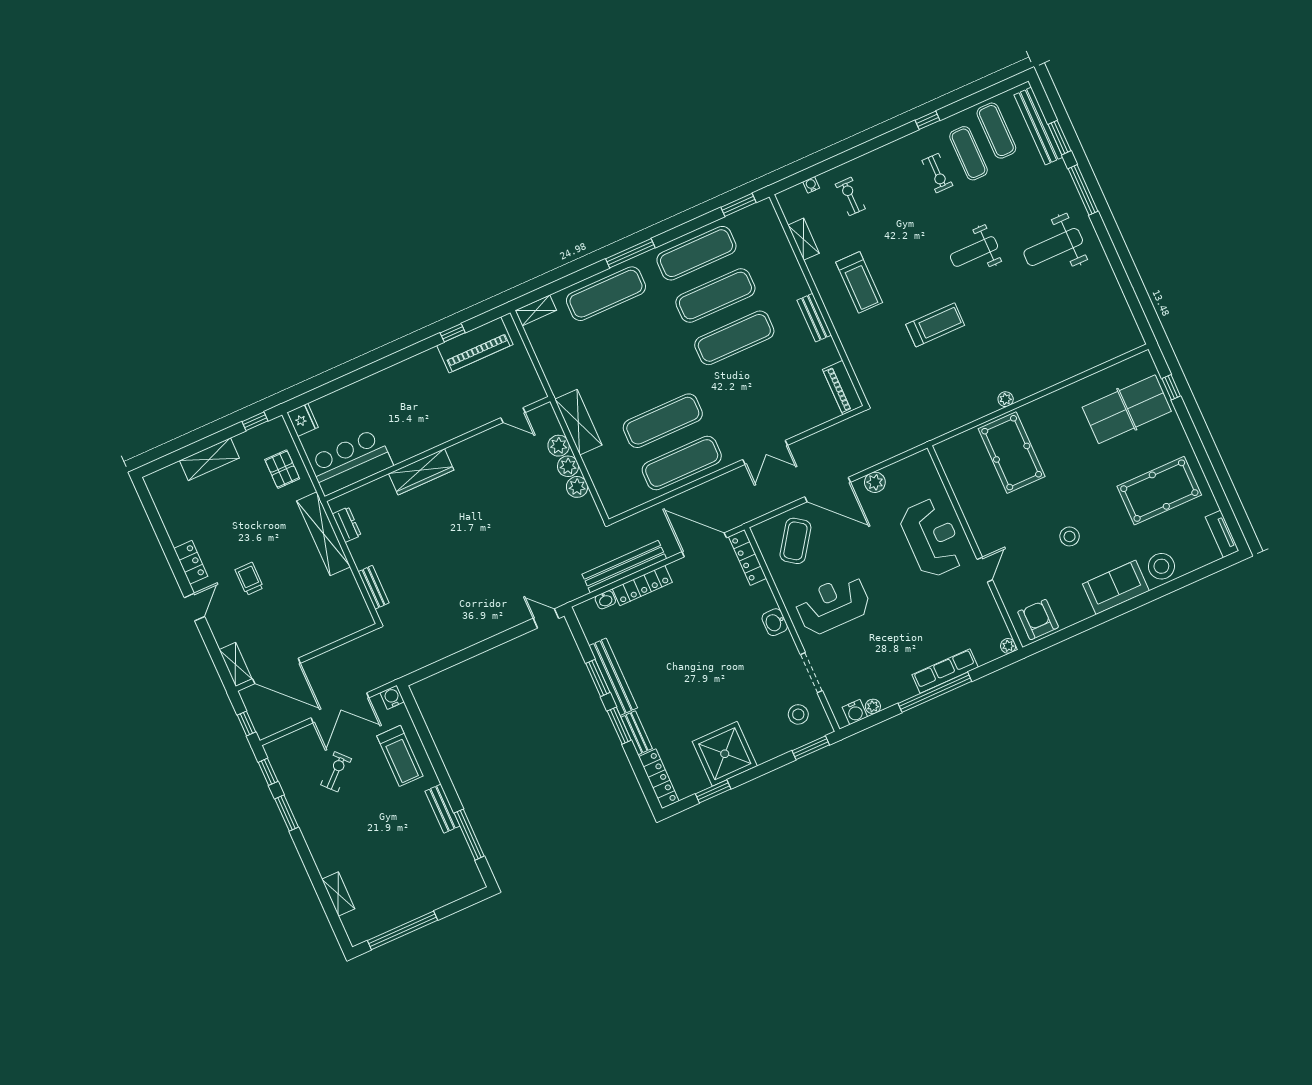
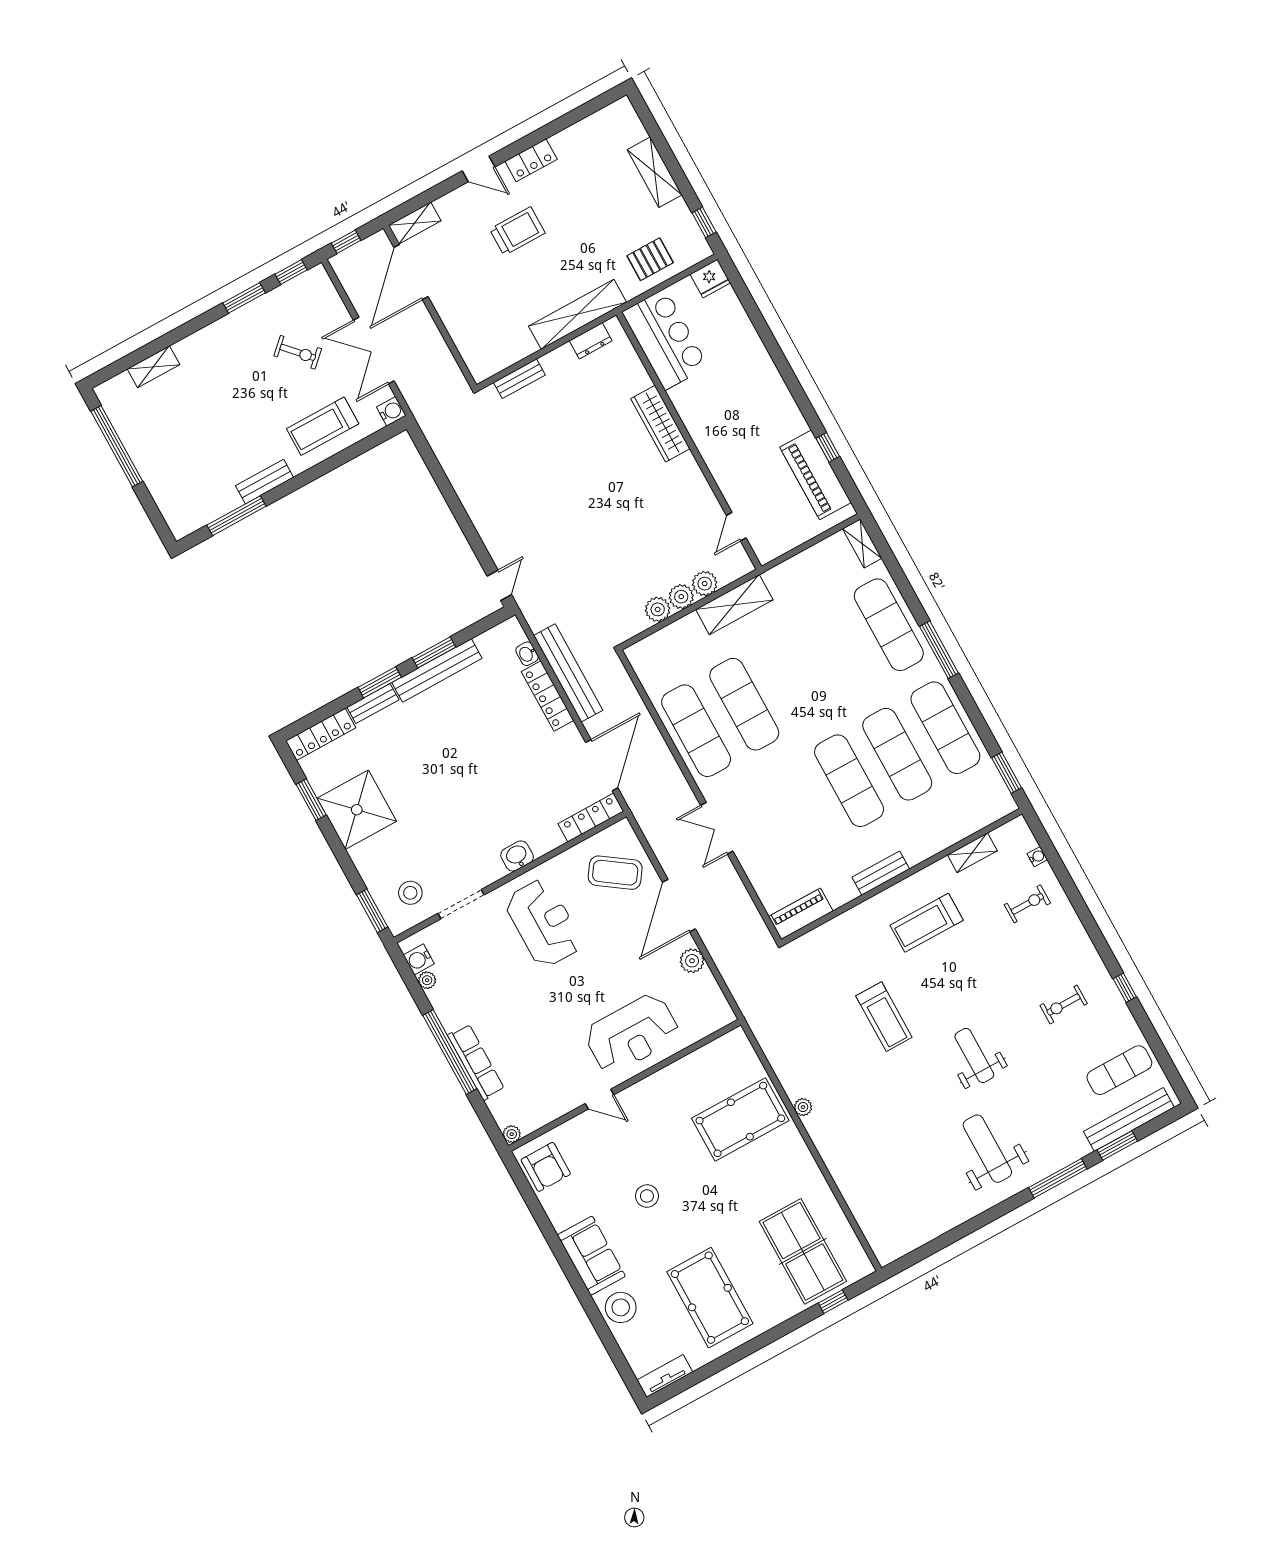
exercise mat: (968, 153) -> (1090, 1039), removed
trolley: (249, 579) -> (517, 231), width x1.36, depth x1.39
armchair: (1038, 620) -> (546, 1167), turned 90

